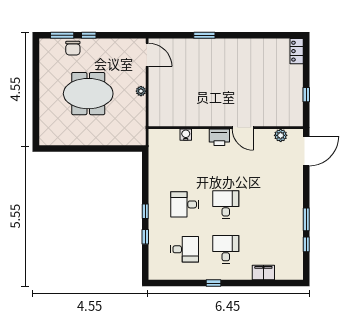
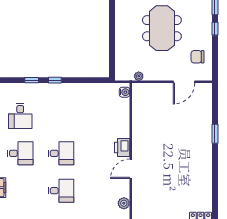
chair: (73, 48) -> (197, 57), moved
door: (147, 55) -> (184, 82), moved
plant: (141, 91) -> (139, 76), moved
water cooler: (186, 135) -> (125, 92), moved
desk: (185, 204) -> (61, 191), moved, turned 90

